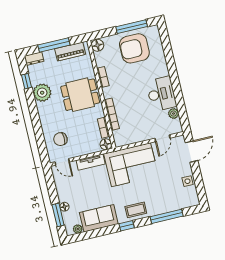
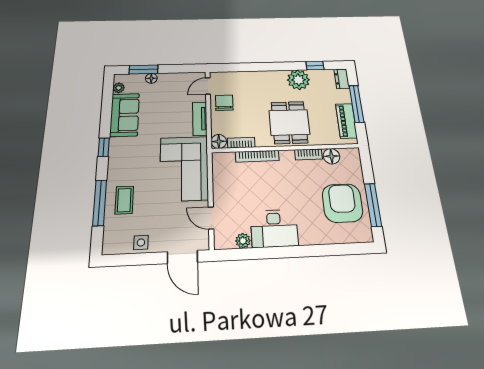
floor lamp: (97, 45) -> (331, 156), moved
chair: (60, 139) -> (224, 103), moved
coffee table: (136, 210) -> (124, 200), moved

